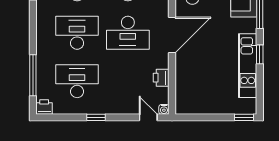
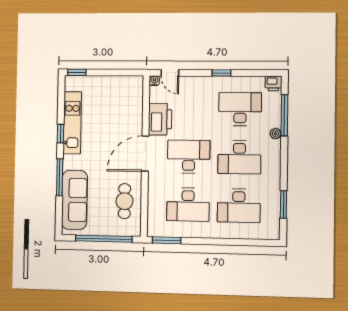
plant: (42, 57) -> (275, 134), added
printer: (161, 78) -> (160, 119), width x1.87, depth x1.48
desk: (77, 81) -> (240, 109), turned 180

